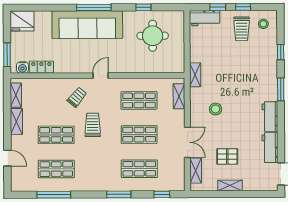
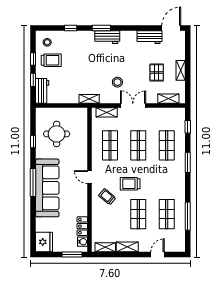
workbench: (270, 117) -> (107, 37), moved
double door: (187, 142) -> (133, 105), moved

